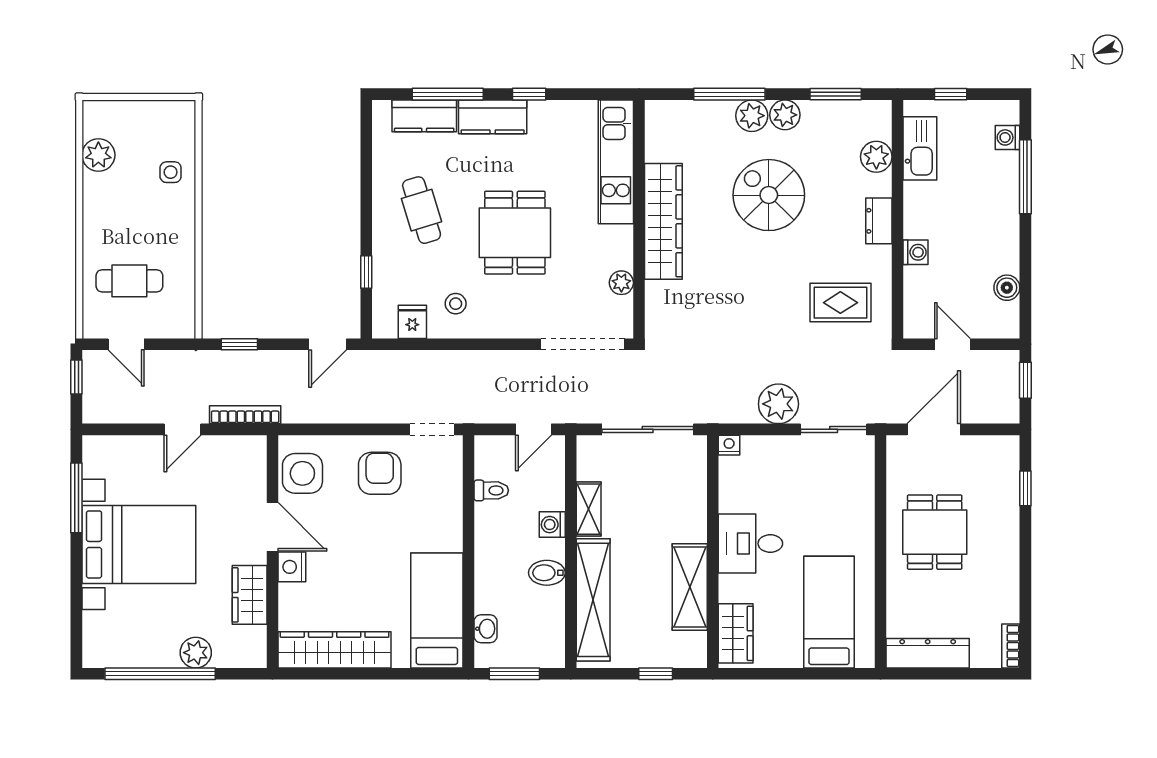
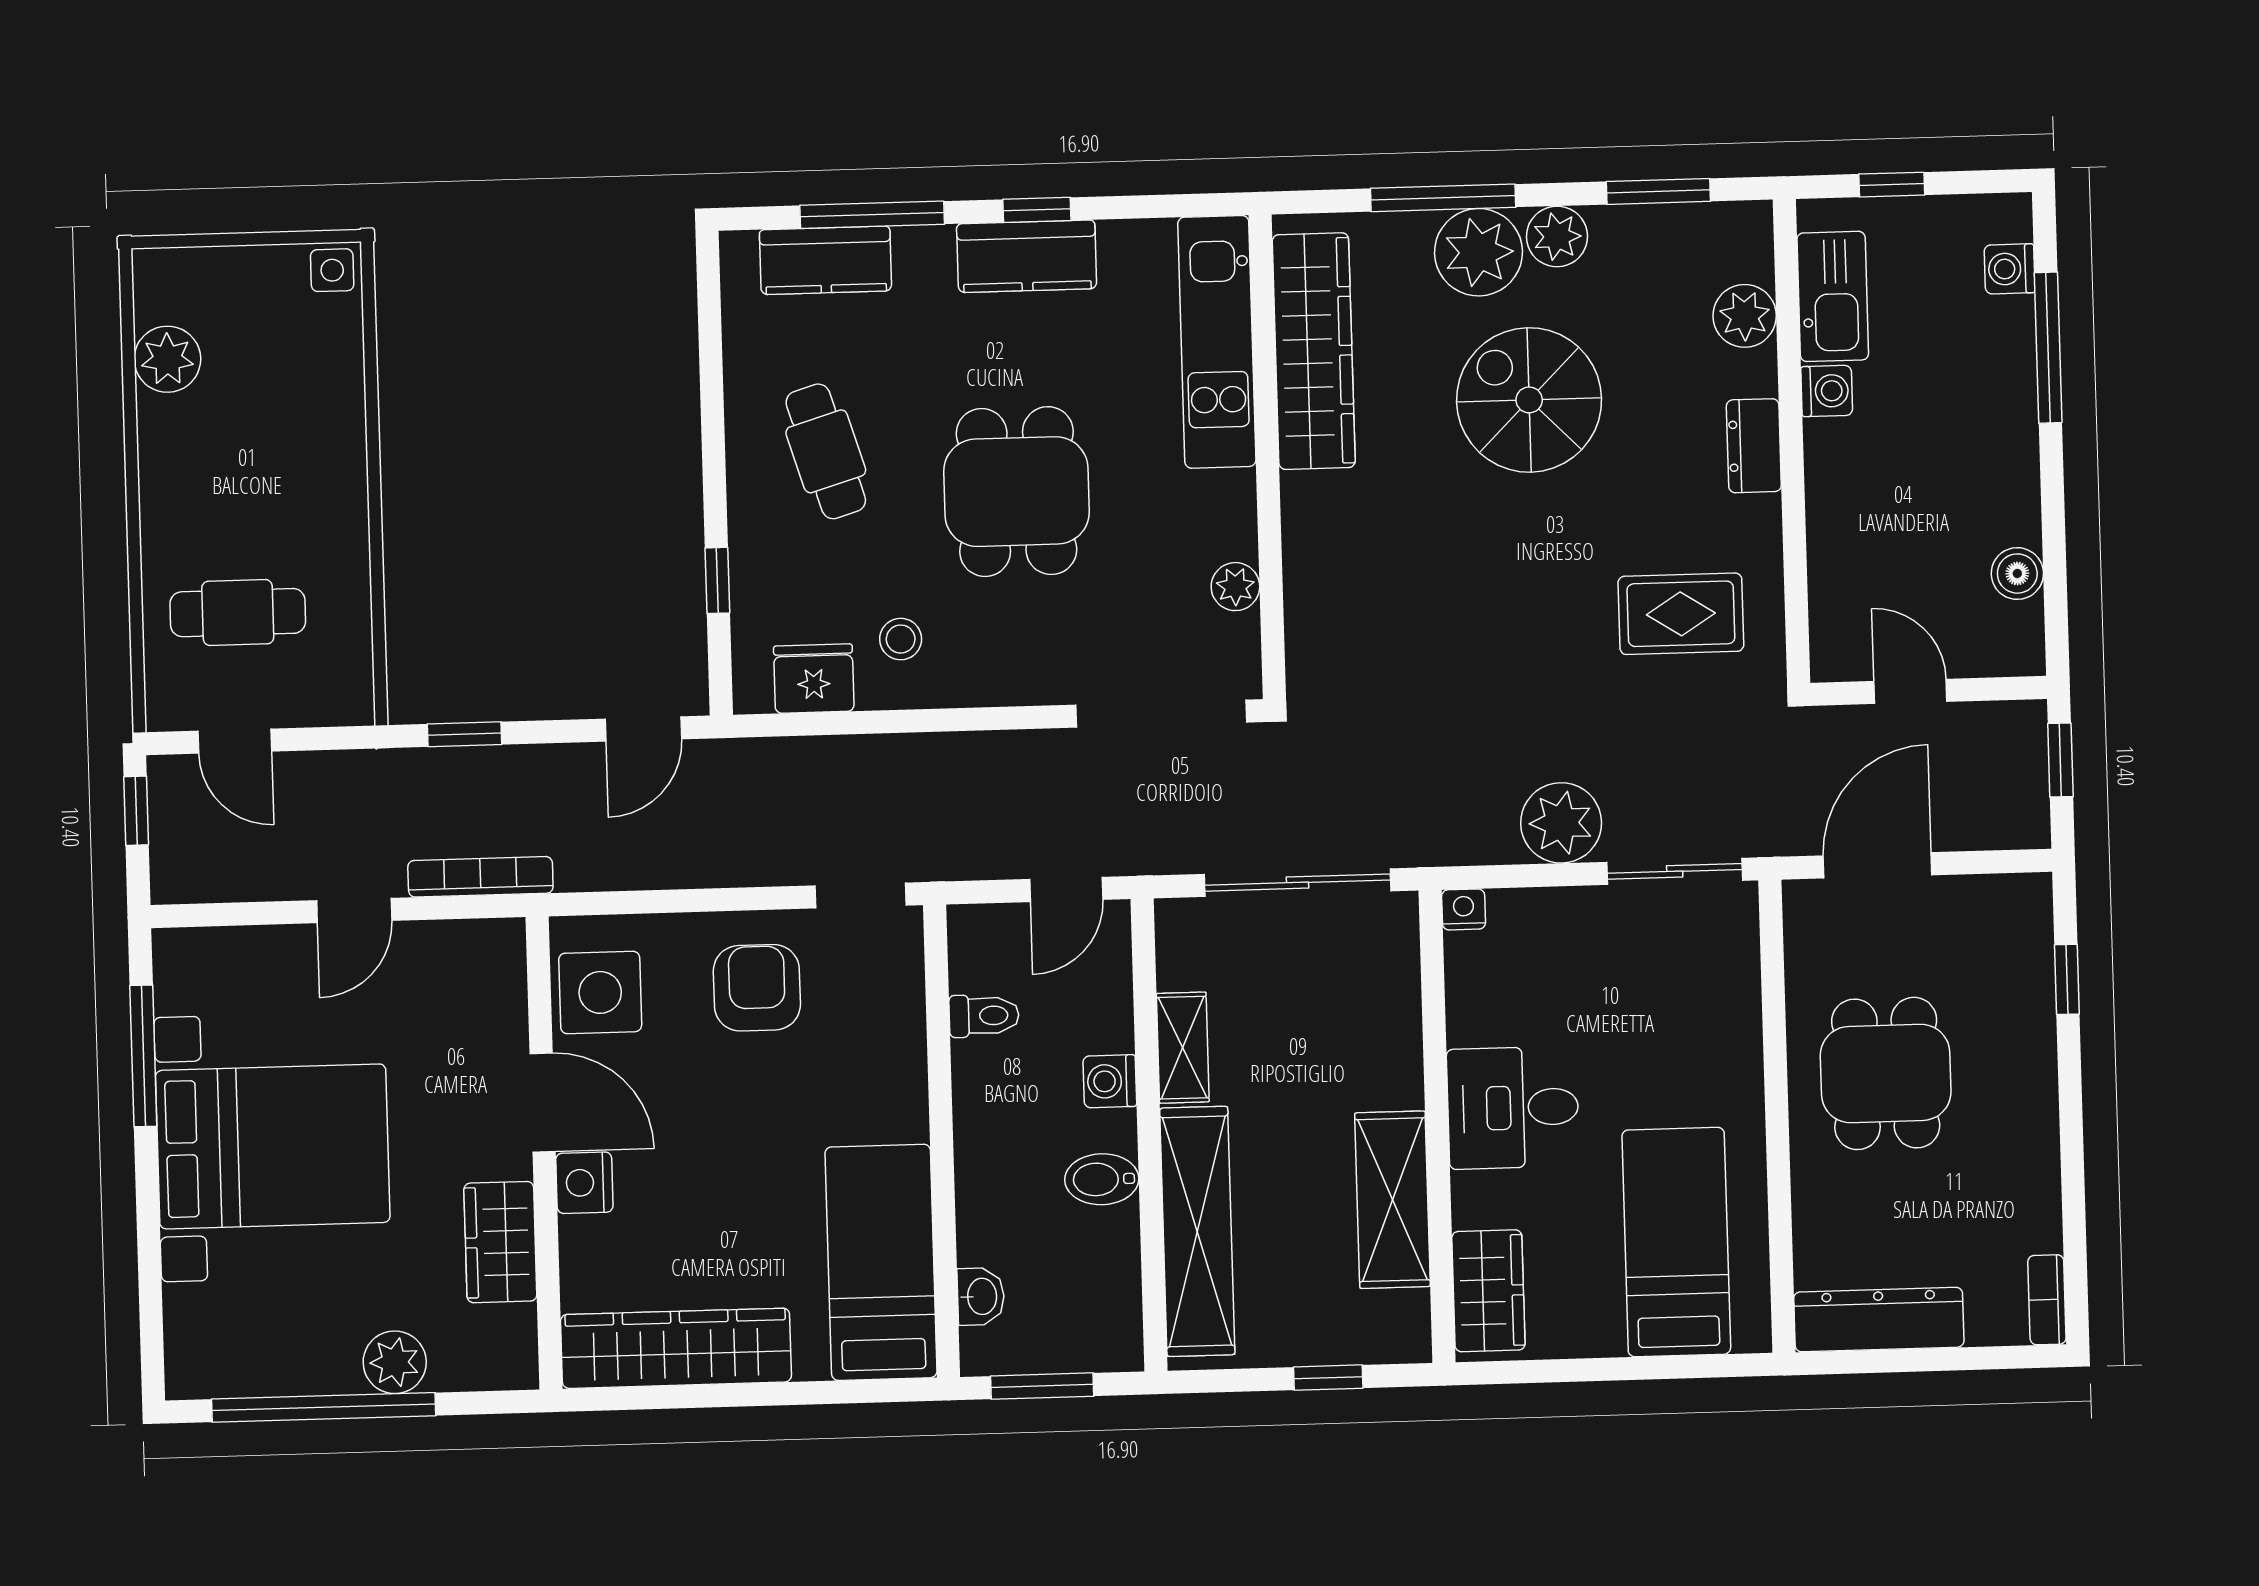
plant: (752, 116) -> (1479, 252), width x1.36, depth x1.36
kitchen counter: (493, 117) -> (1027, 256), moved
side table: (171, 172) -> (332, 270), moved
wardrobe: (663, 221) -> (1314, 351), moved
washing machine: (916, 252) -> (1827, 391), moved
fridge: (412, 322) -> (814, 679), width x1.38

